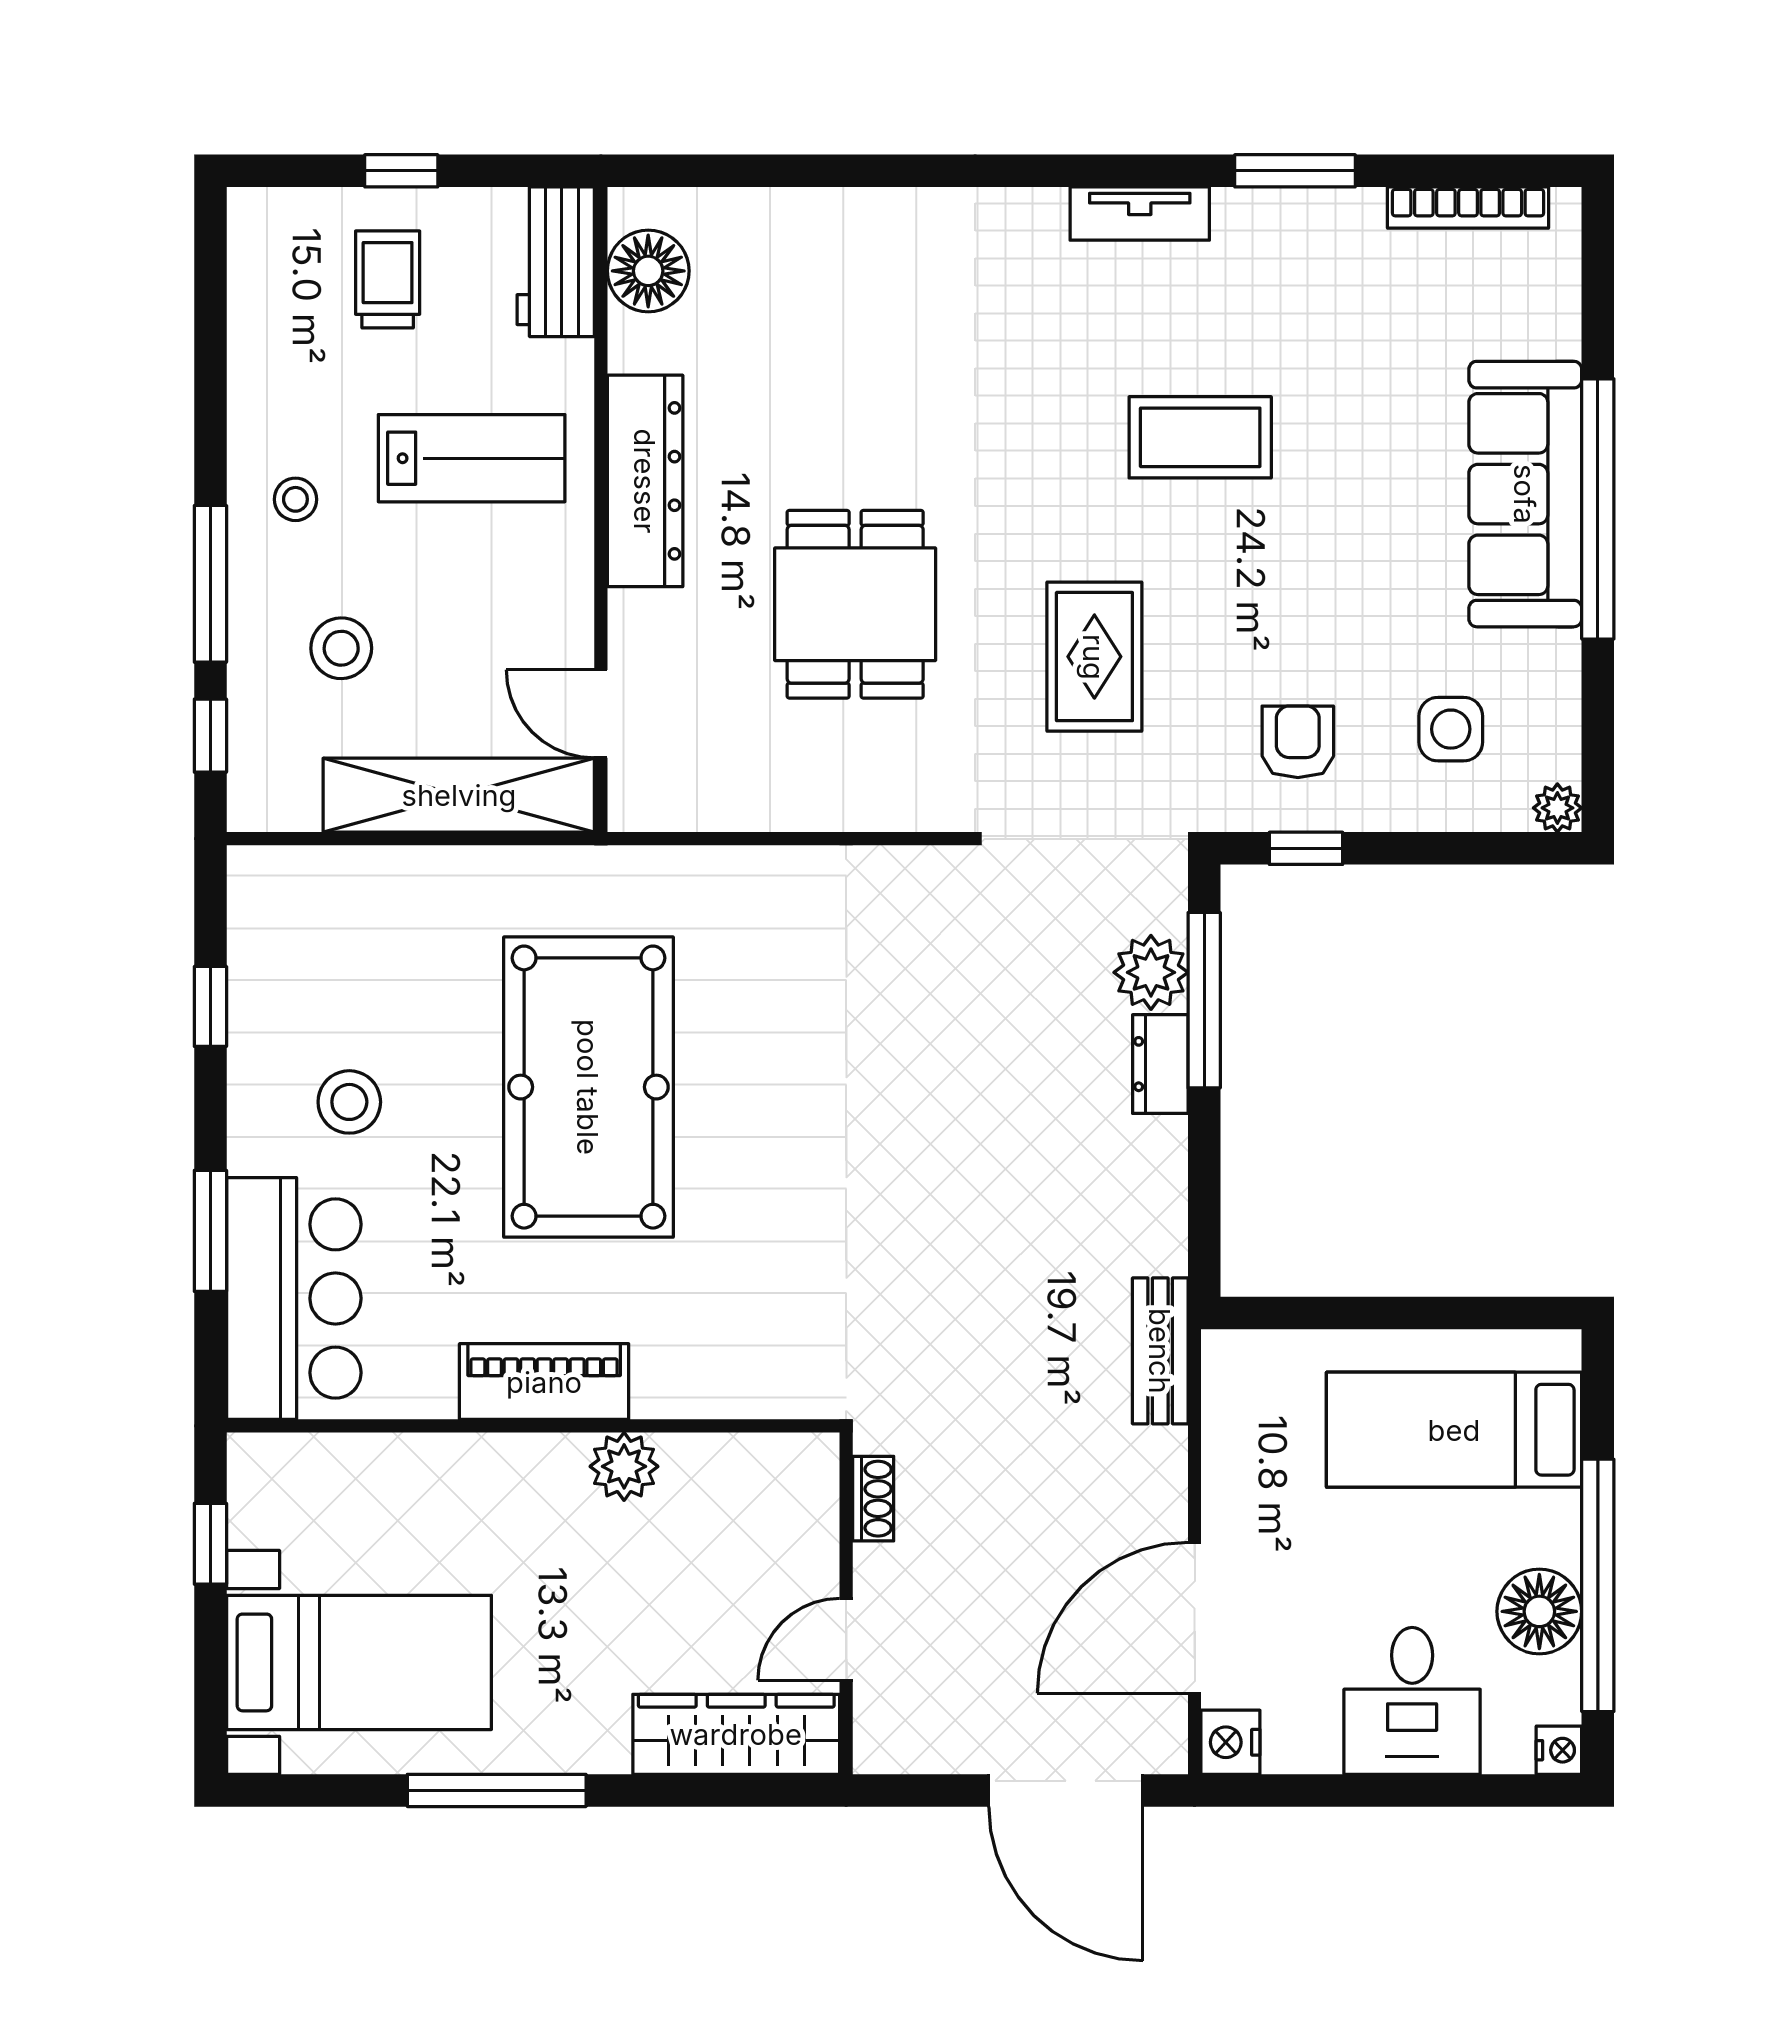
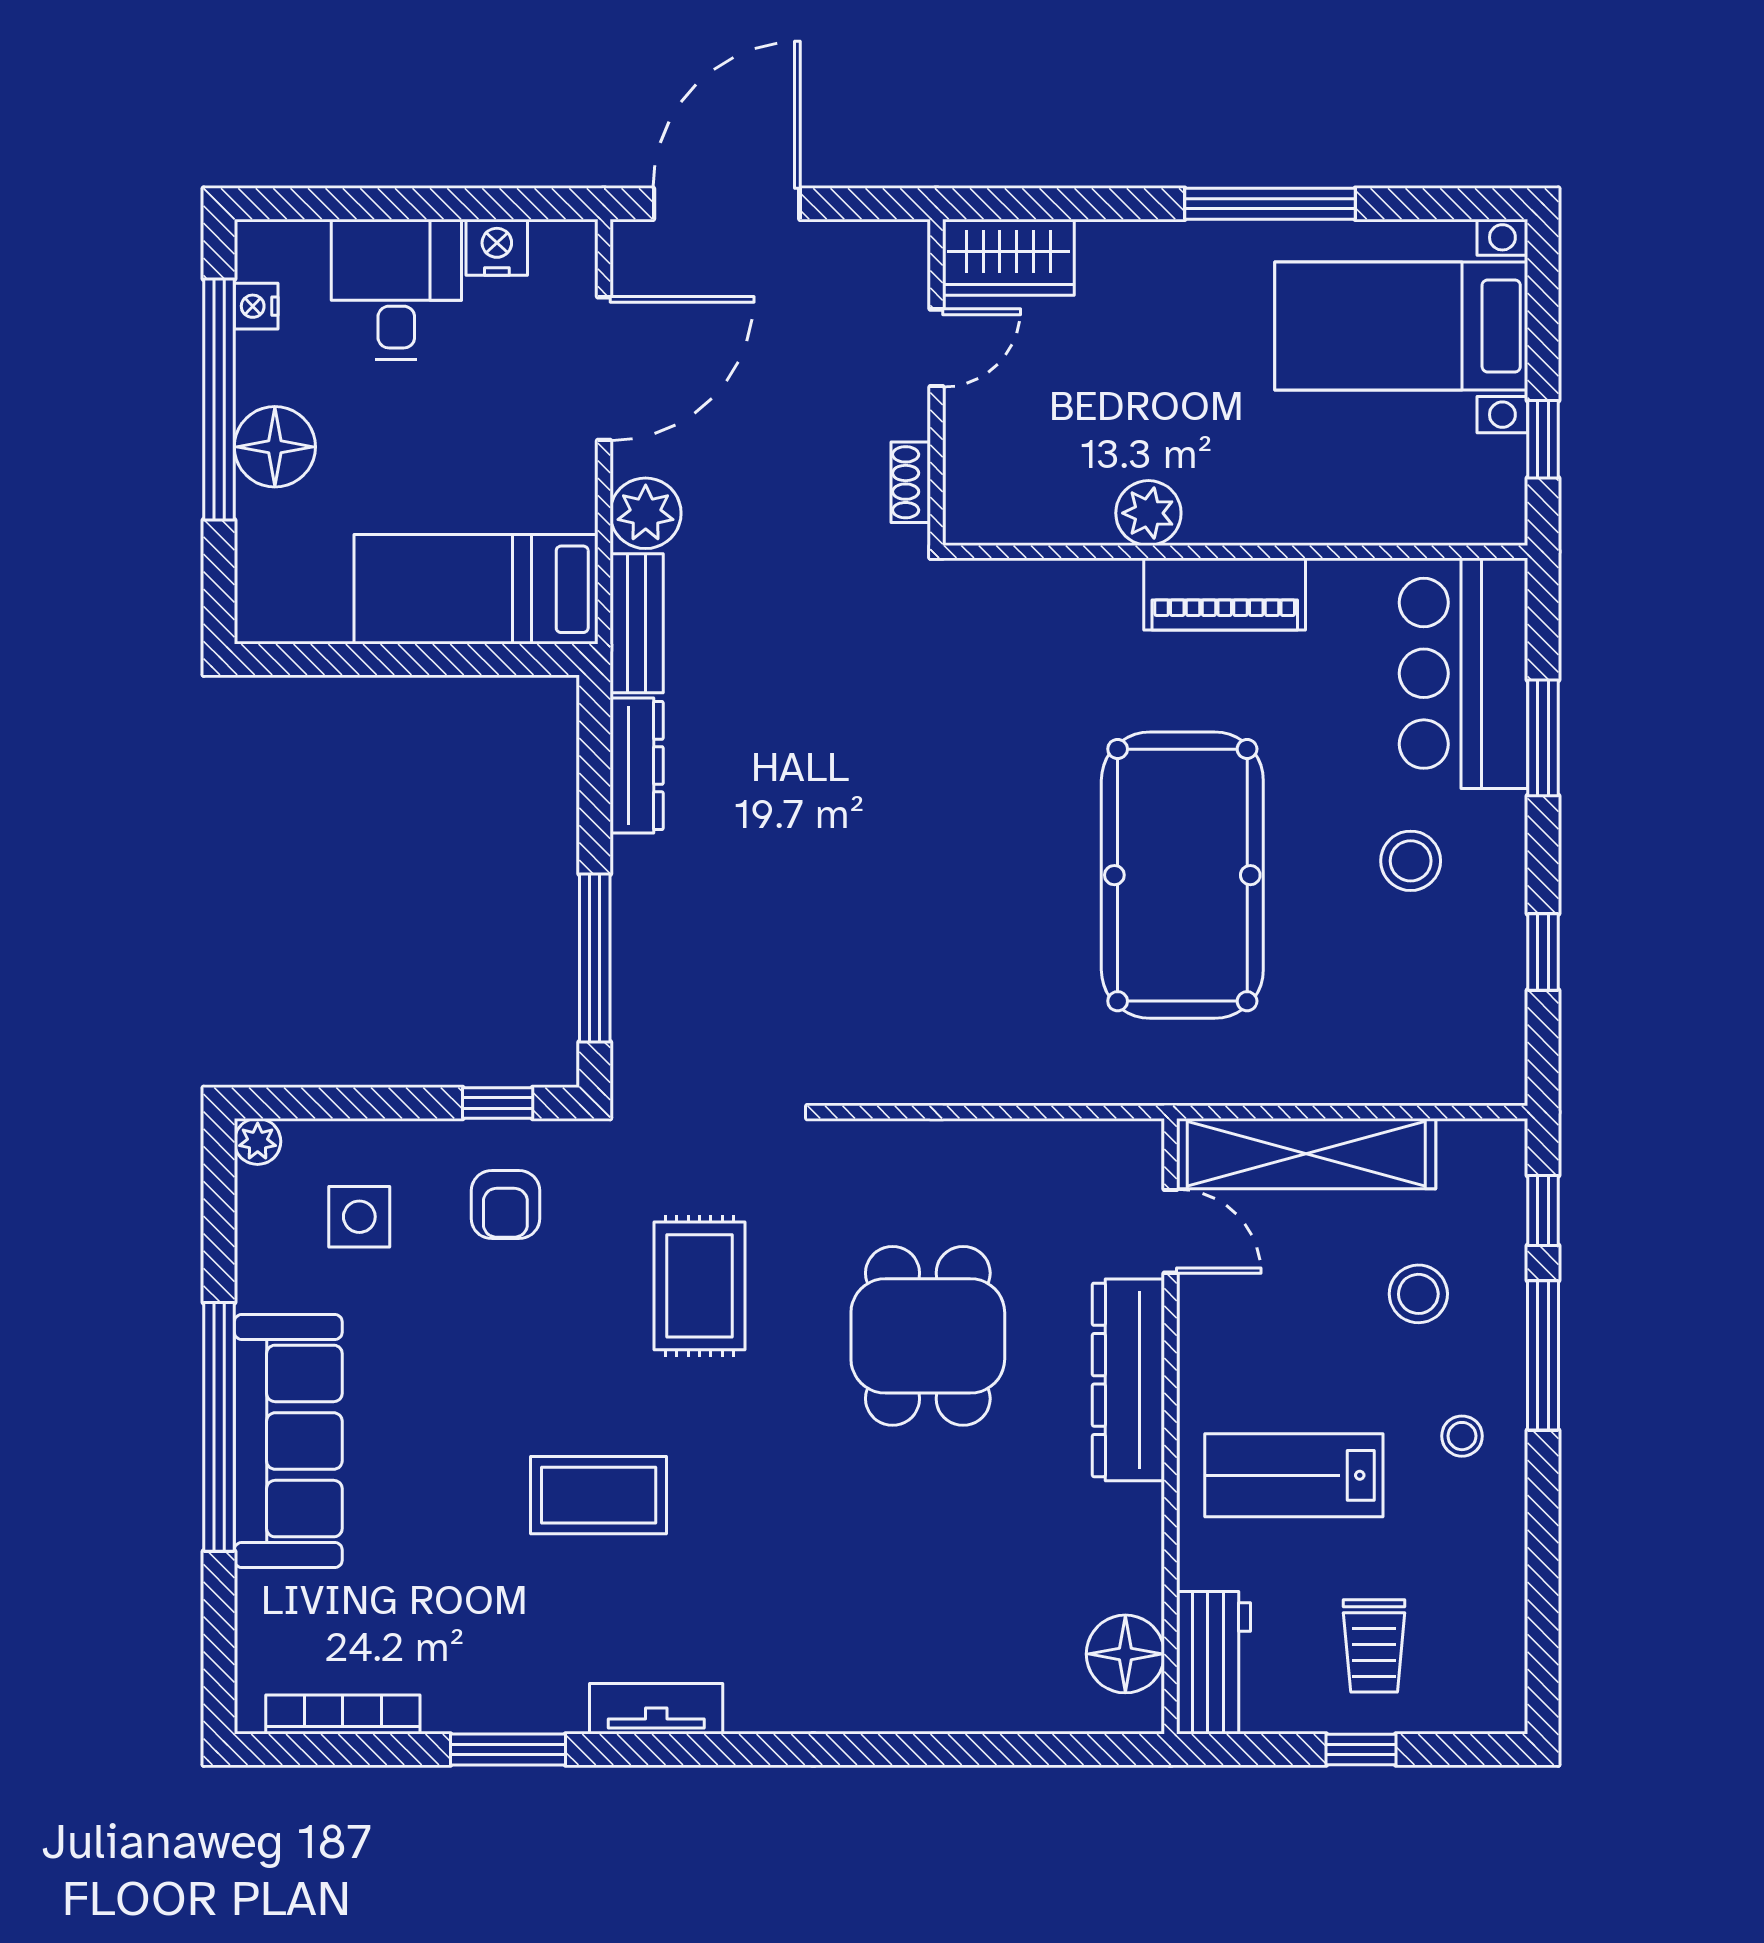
dresser: (645, 481) -> (1128, 1380), moved
plant: (1151, 972) -> (646, 513), moved
dresser: (1160, 1064) -> (637, 766), moved, width x1.44
bed: (1454, 1430) -> (476, 589), moved, turned 180
floor lamp: (1539, 1611) -> (275, 447), moved
wardrobe: (736, 1734) -> (1008, 257), width x0.67
nightstand: (1230, 1742) -> (497, 247), moved, turned -90
nightstand: (1559, 1750) -> (256, 306), moved
door: (1066, 1790) -> (727, 204), hinge flipped

